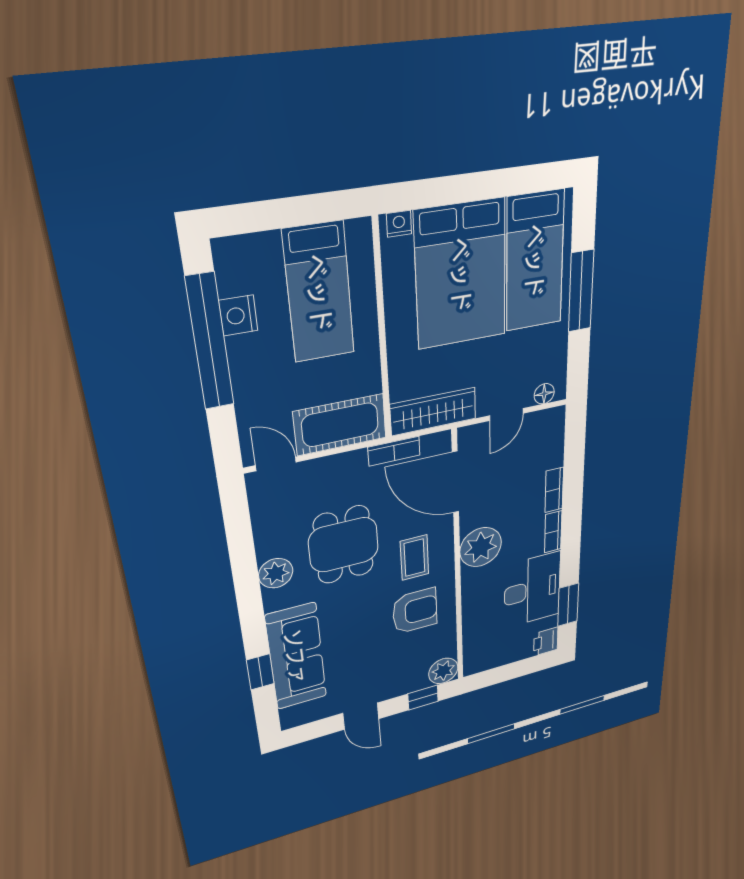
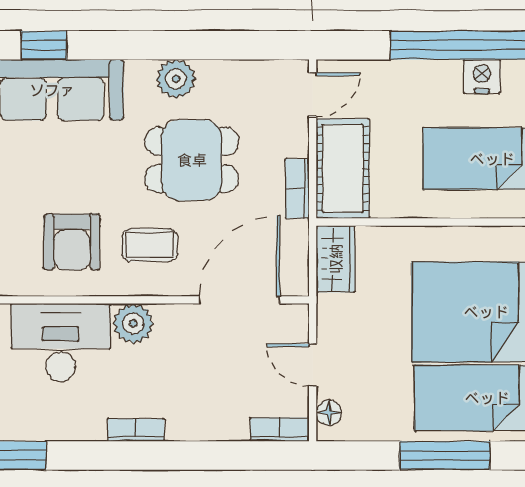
wardrobe: (433, 411) -> (336, 259), width x0.67
bookcase: (394, 451) -> (297, 188), moved
bookcase: (554, 490) -> (280, 429), moved
plant: (481, 547) -> (133, 323), width x0.73, depth x0.73
desk: (532, 590) -> (61, 342), moved, turned 180

